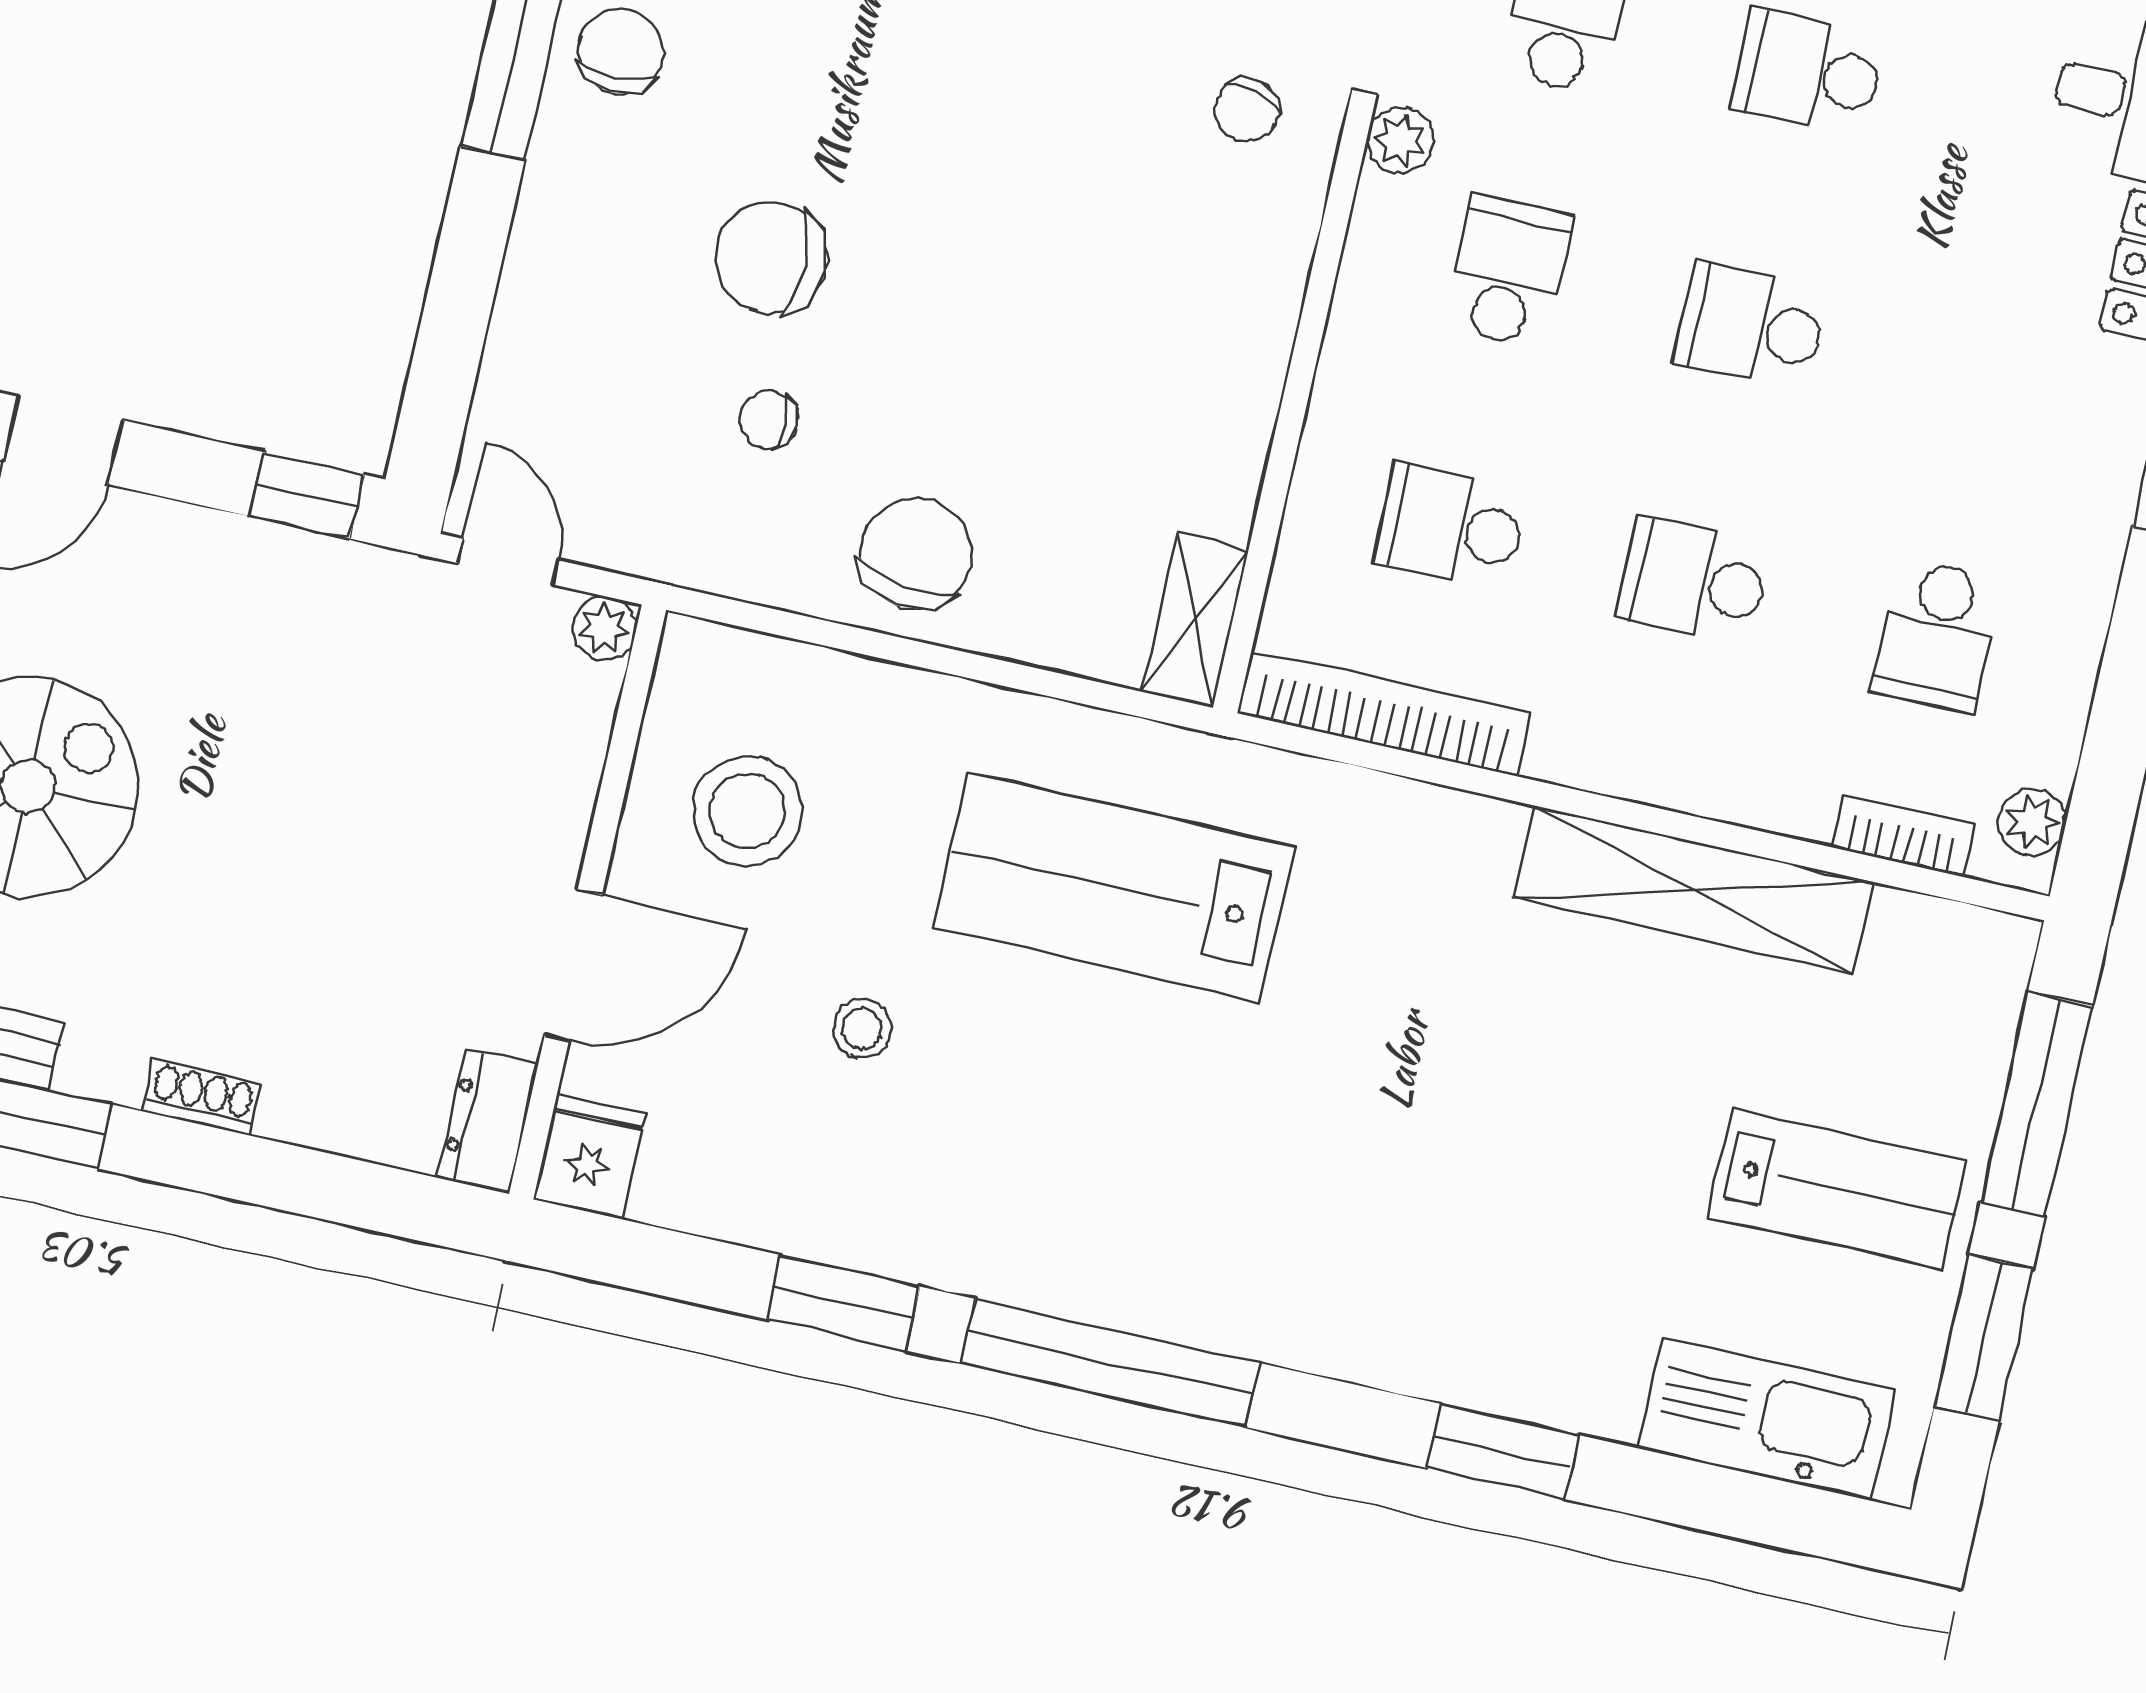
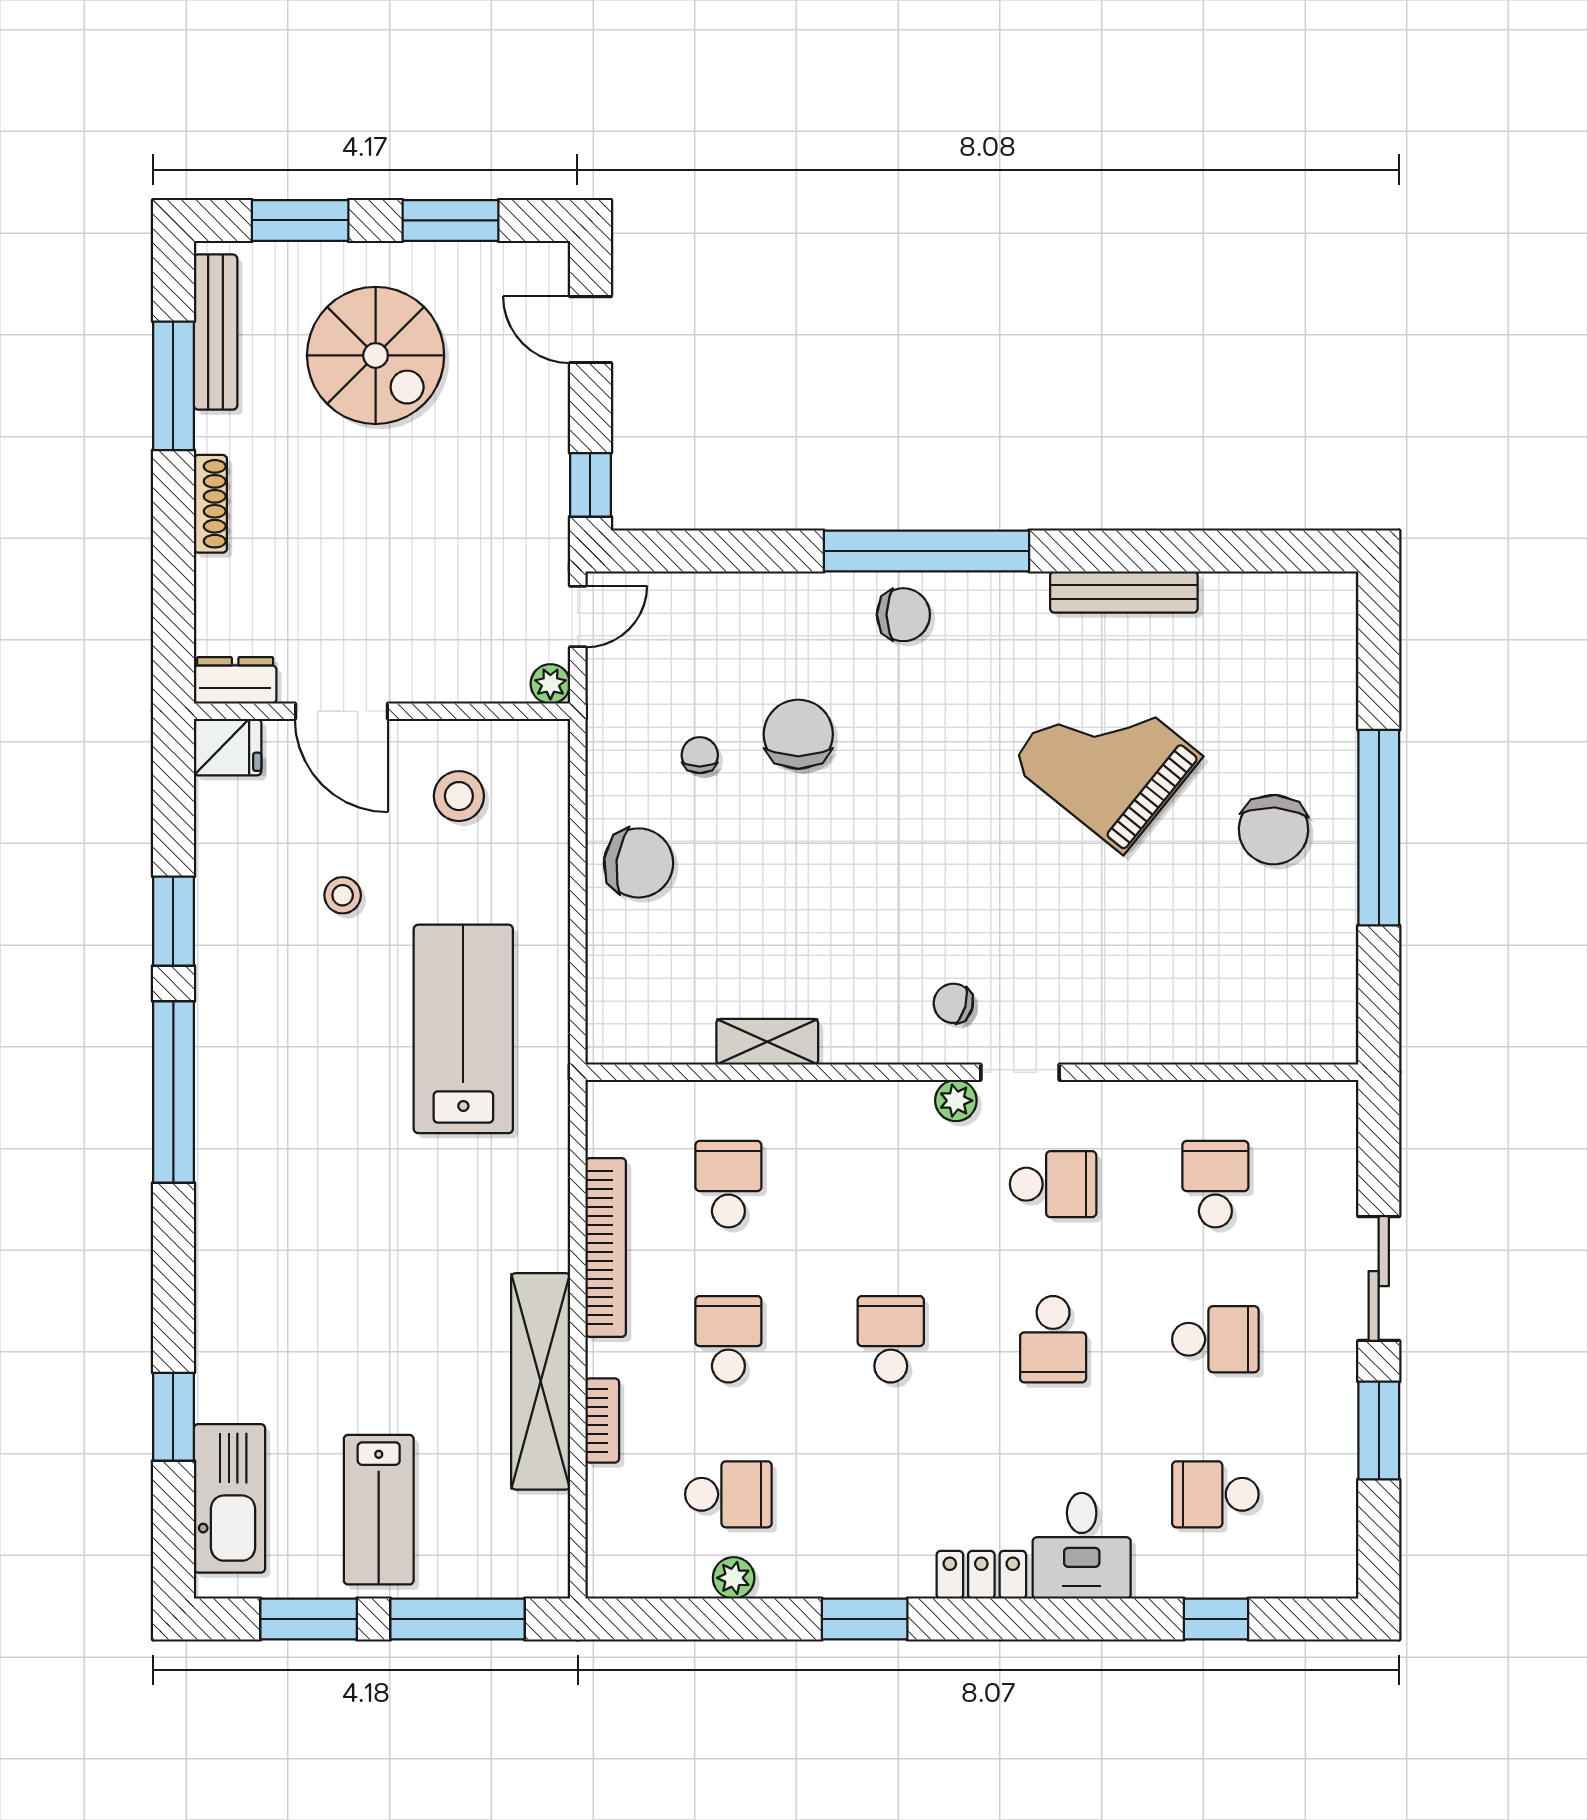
school desk: (1808, 72) -> (1053, 1339), turned 180
school desk: (1508, 272) -> (891, 1184), removed
shelving: (1195, 620) -> (767, 1042), moved
school desk: (1937, 636) -> (728, 1494), turned 180
bookcase: (1384, 713) -> (606, 1247), moved
stool: (748, 811) -> (459, 796), width x0.73, depth x0.73
plant: (2032, 822) -> (734, 1578), moved
bookcase: (1903, 836) -> (602, 1420), moved
shoe rack: (202, 1097) -> (210, 504), width x1.43
window: (1503, 1451) -> (173, 1417), moved

